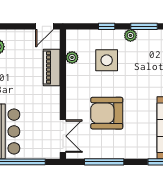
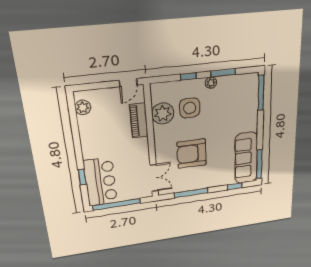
plant: (72, 57) -> (163, 114), width x1.88, depth x1.88

